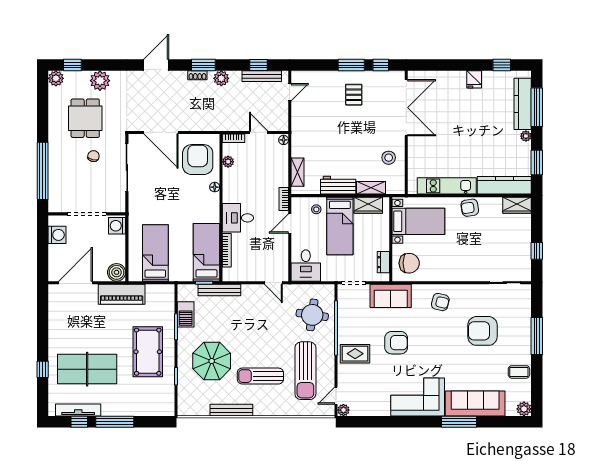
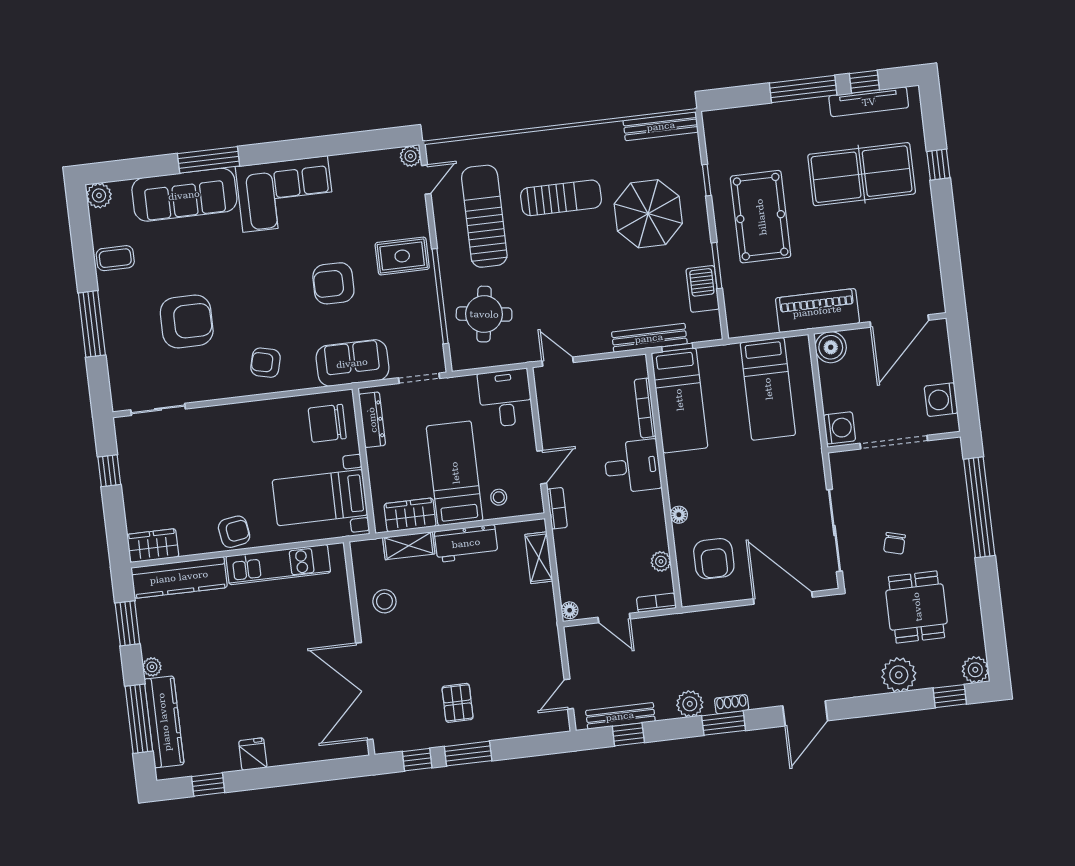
armchair: (198, 160) -> (714, 559), width x0.73, depth x0.73
dresser: (383, 262) -> (372, 420), width x1.44
bench: (231, 410) -> (661, 126), moved

